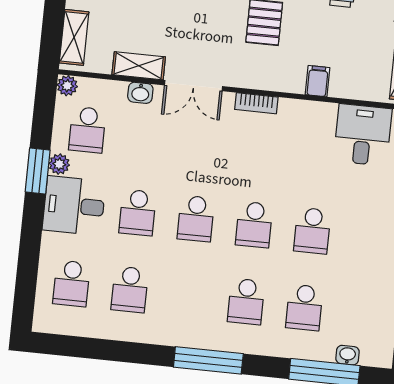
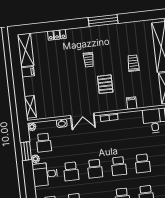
shelving: (139, 66) -> (59, 113), removed
window: (38, 171) -> (26, 151), moved

